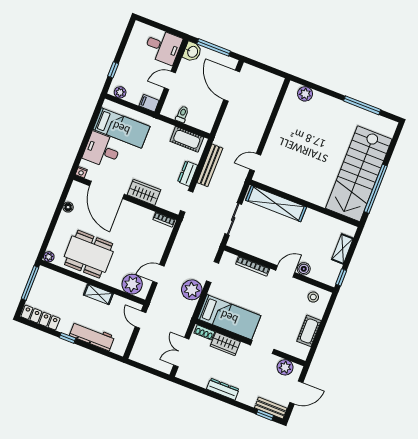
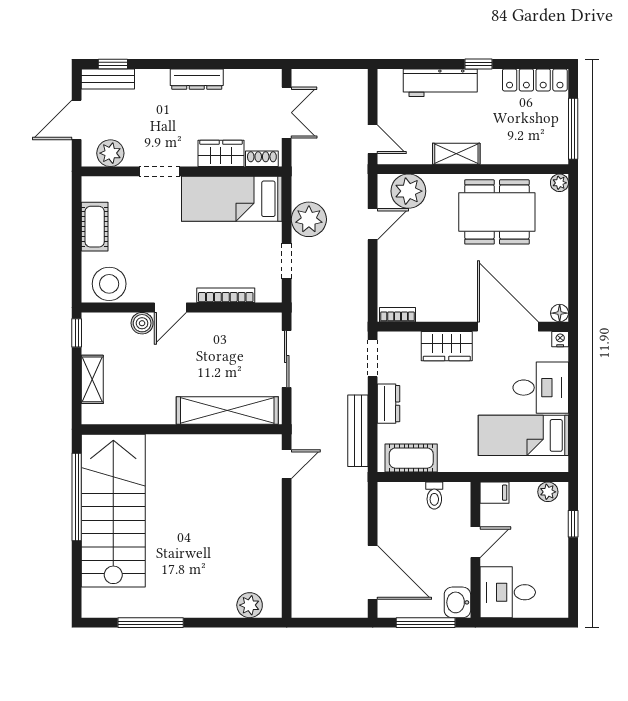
floor lamp: (68, 207) -> (560, 313), moved
stool: (313, 297) -> (109, 284), width x1.89, depth x1.89

